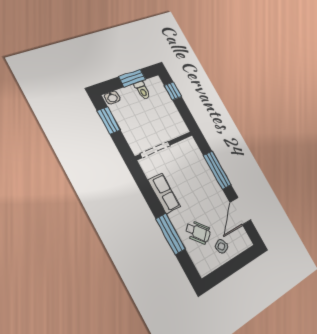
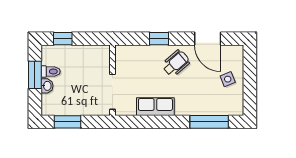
washbasin: (112, 98) -> (47, 86), moved
window: (217, 170) -> (159, 39), width x0.46
wheelchair: (198, 232) -> (176, 63), moved
window: (170, 234) -> (209, 122), moved

